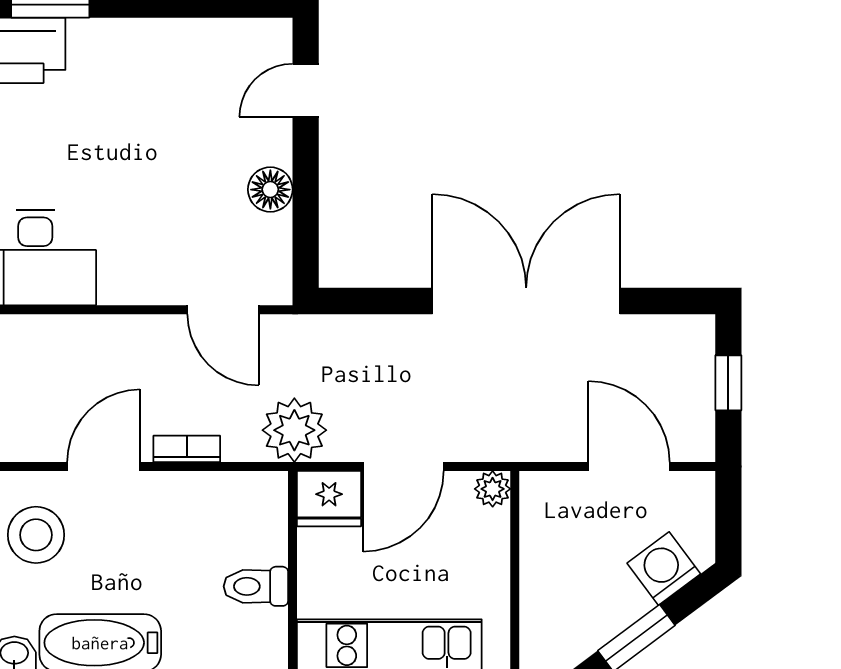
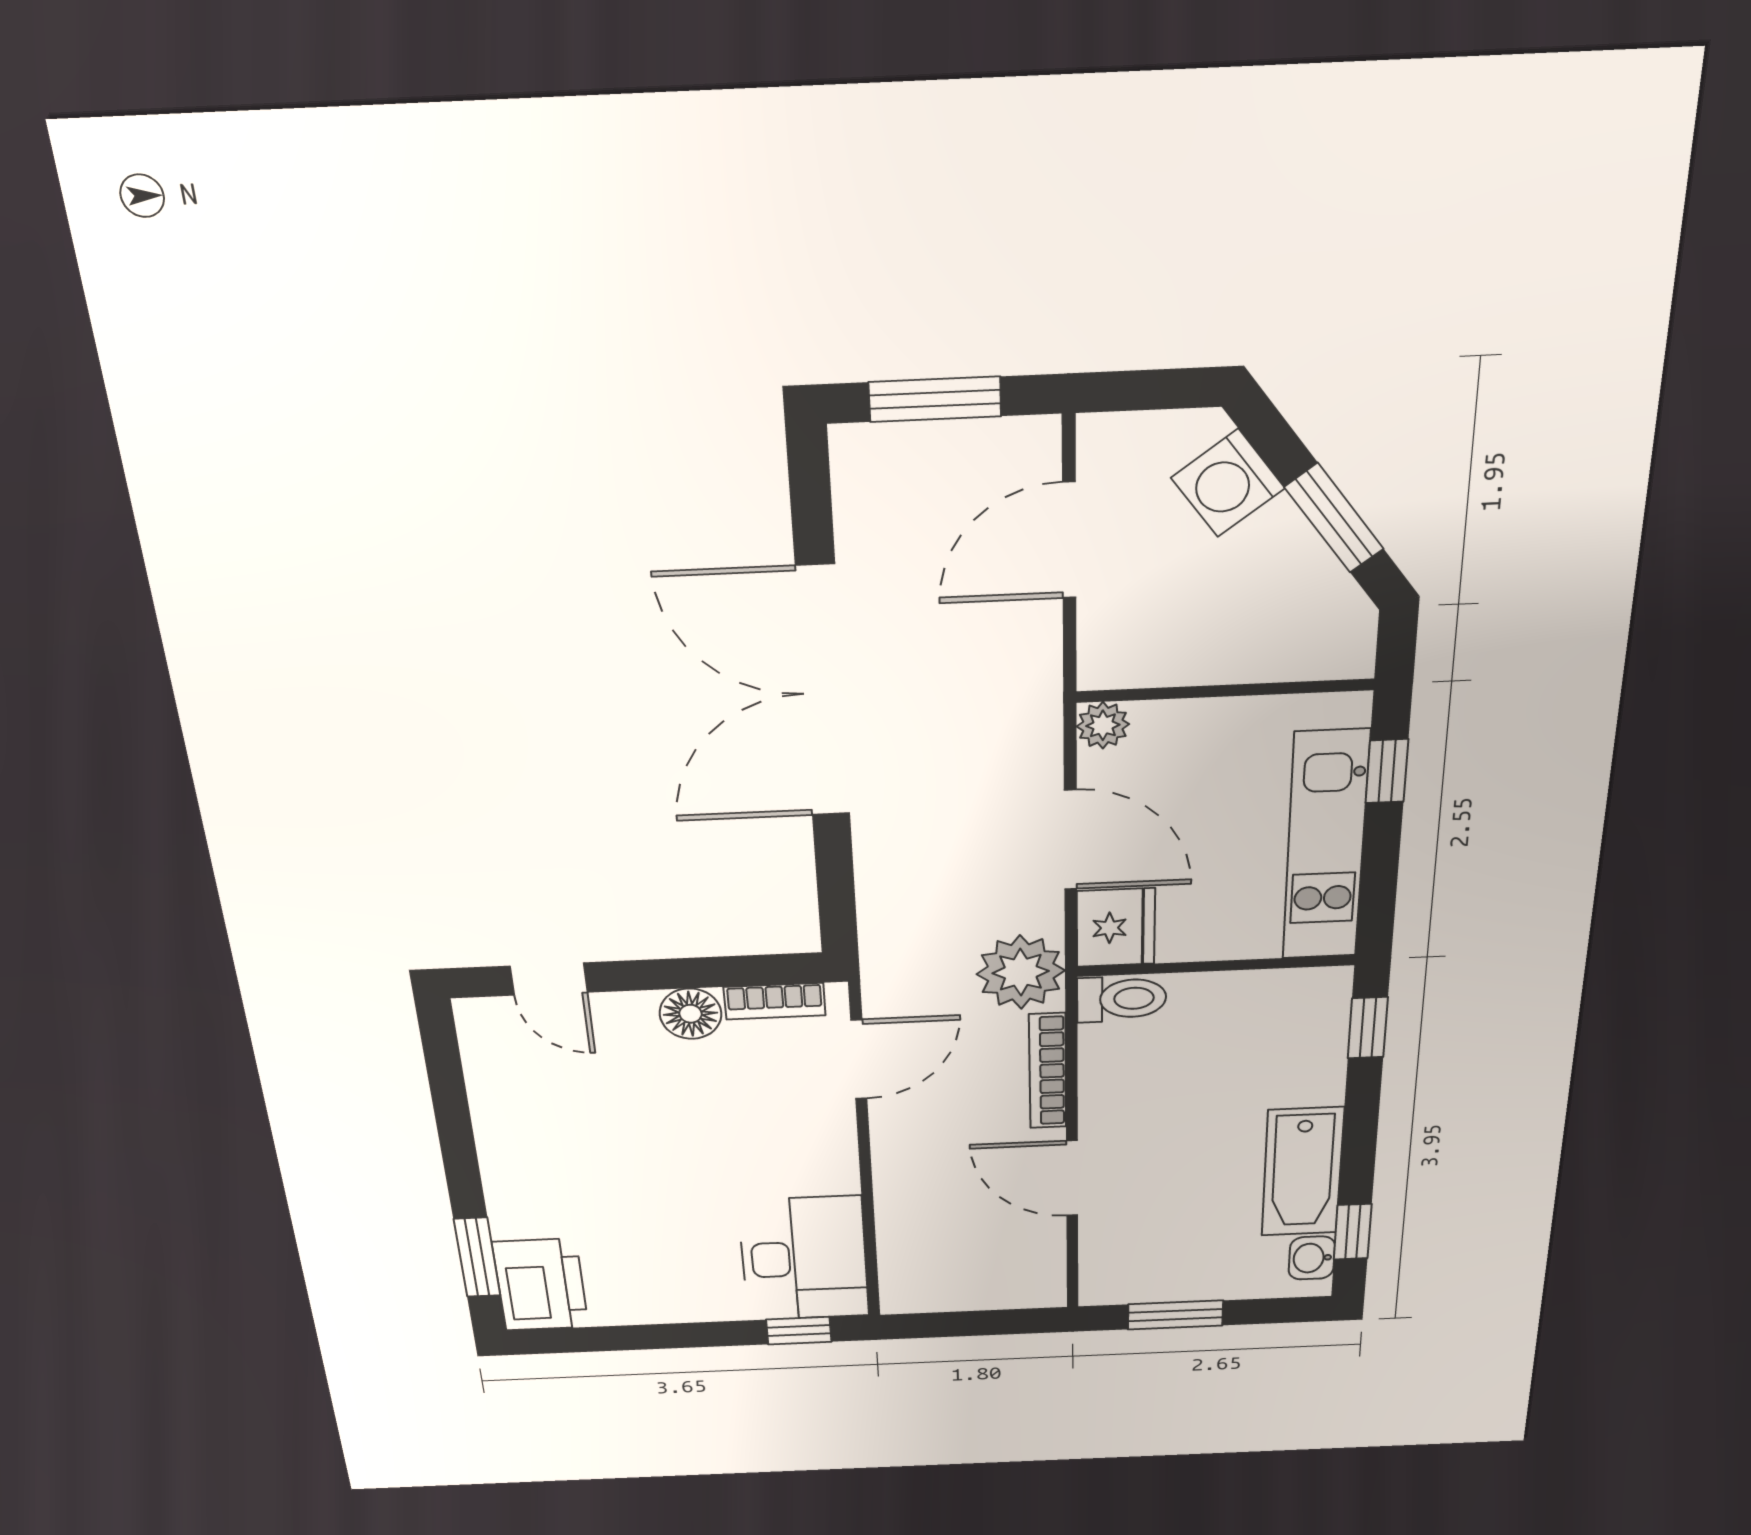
bookcase: (278, 251) -> (775, 1001), added
window: (728, 383) -> (935, 399), width x1.50
bookcase: (187, 449) -> (1048, 1071), width x1.56
stool: (36, 535) -> (1160, 1243), removed
toilet: (256, 586) -> (1122, 999), moved, turned -90

